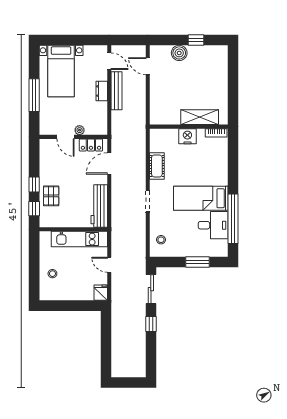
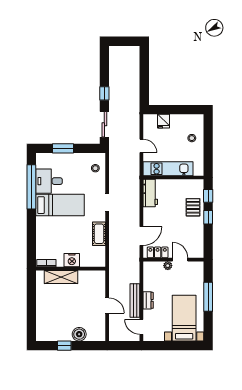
door: (148, 66) -> (107, 306), moved
workbench: (99, 206) -> (150, 193), width x0.73
fridge: (101, 293) -> (164, 121), moved

